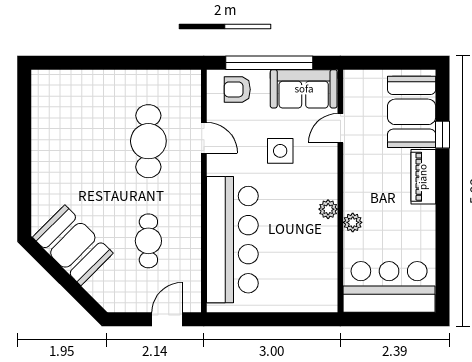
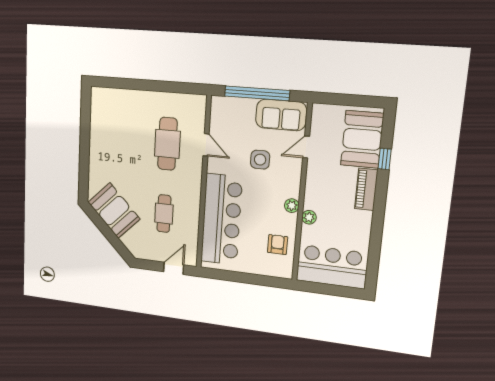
armchair: (237, 89) -> (278, 245), moved, turned 90

